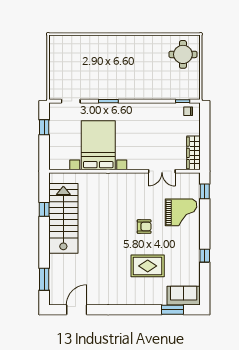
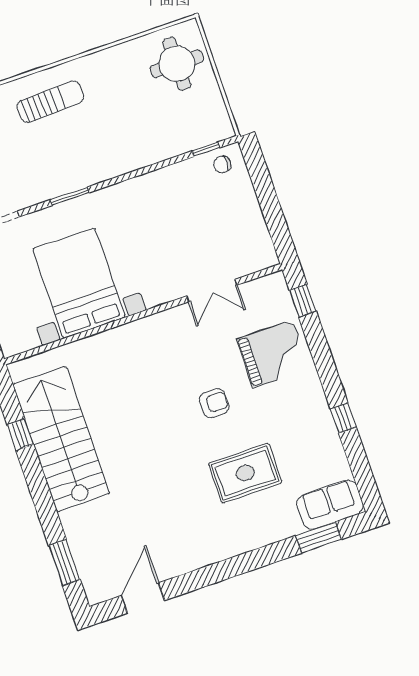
sun lounger: (115, 52) -> (50, 102), added
wardrobe: (193, 153) -> (258, 237), removed

